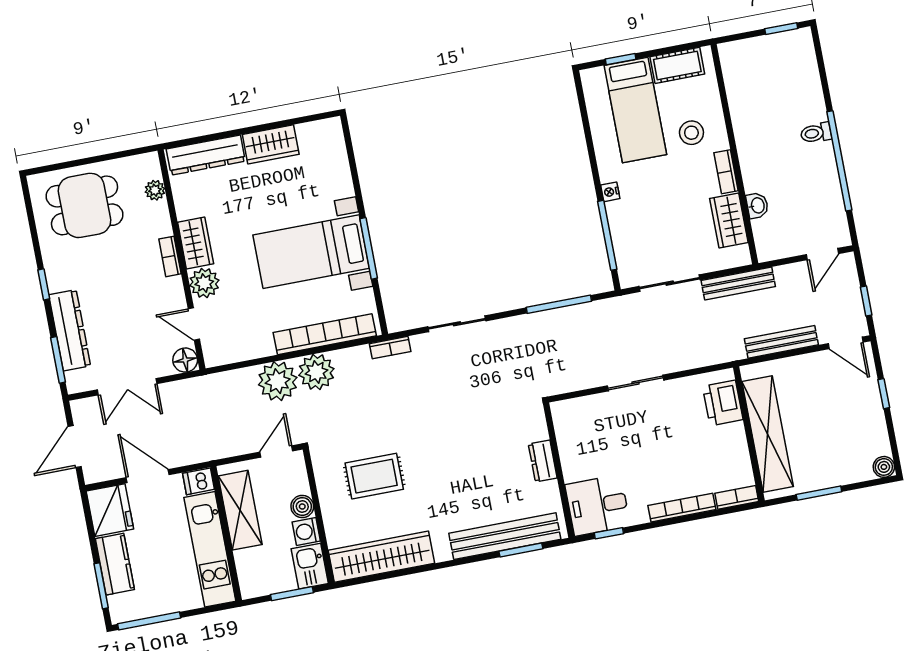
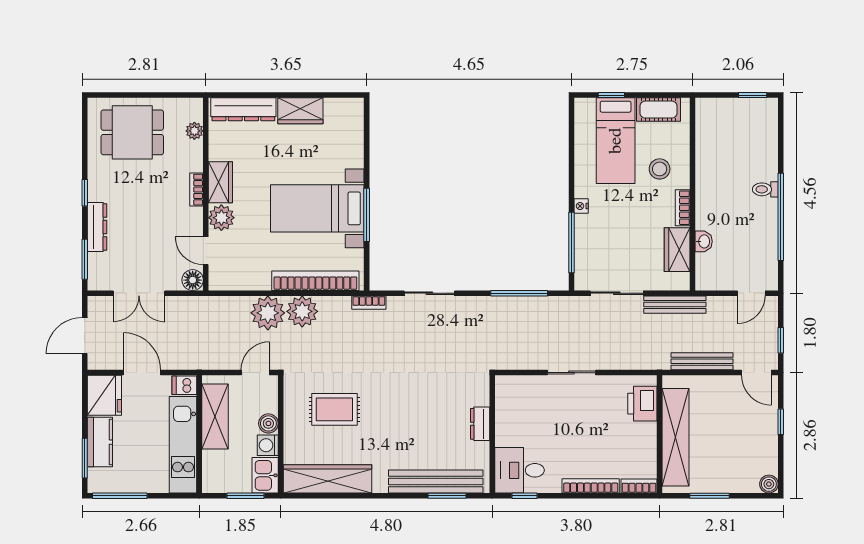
dresser: (70, 330) -> (97, 227), width x0.73, depth x0.80

